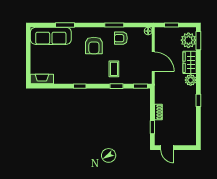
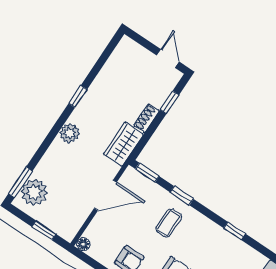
door: (153, 62) -> (105, 195), swing flipped
wardrobe: (190, 62) -> (123, 144), moved, turned 180

